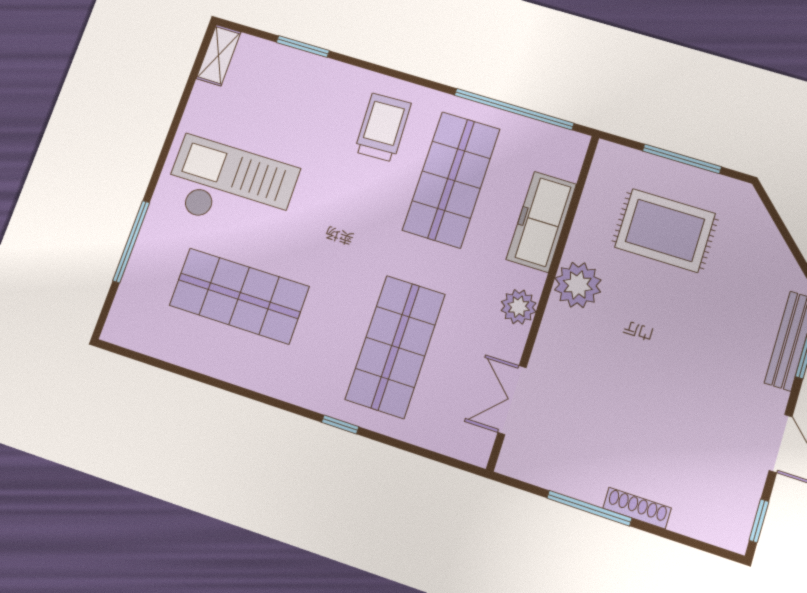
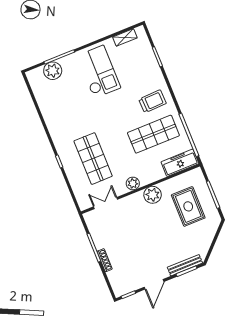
shelving: (219, 55) -> (125, 37), moved
freezer: (541, 222) -> (180, 163), moved
plant: (146, 279) -> (53, 71), added
shop shelf: (239, 296) -> (70, 102), removed
shop shelf: (395, 347) -> (93, 159), turned 90

